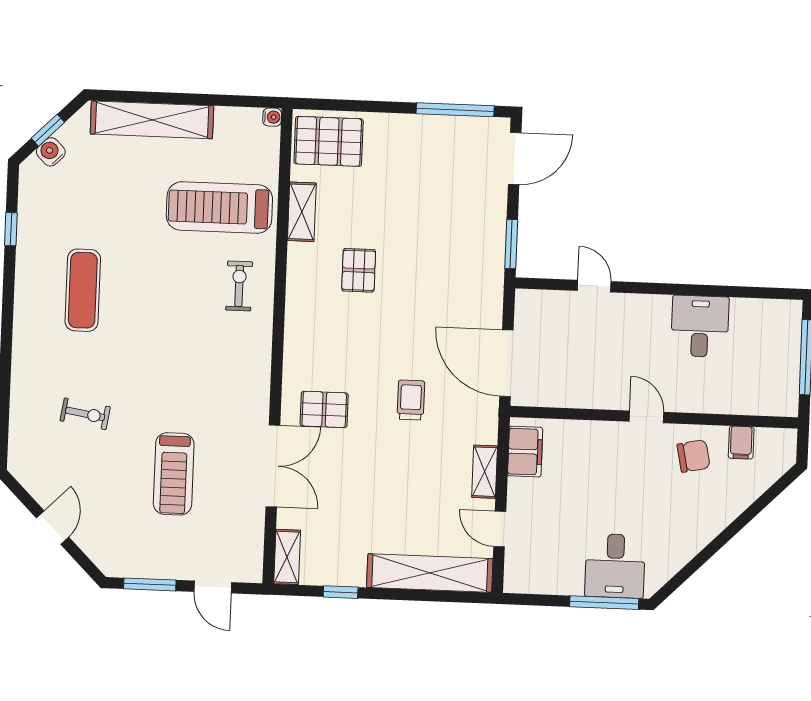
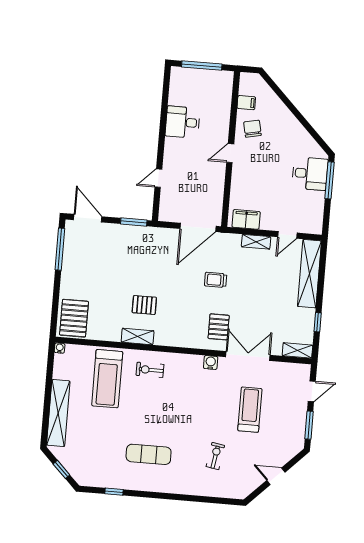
water cooler: (51, 152) -> (211, 362), moved, turned 135
shelving: (302, 212) -> (138, 336), moved
treadmill: (174, 474) -> (250, 410), turned -90

